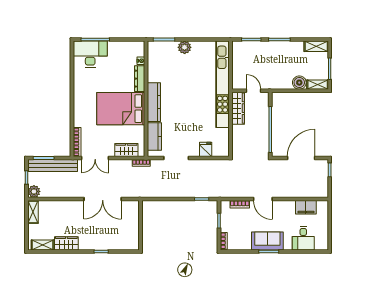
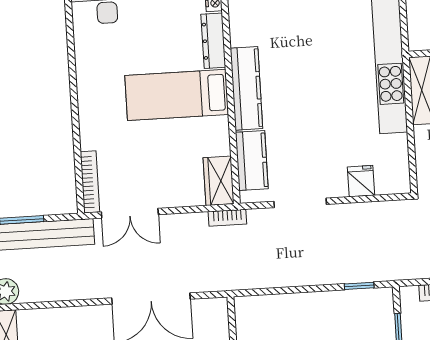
bed: (121, 109) -> (177, 95), width x0.67
wardrobe: (126, 150) -> (219, 181), moved, turned -90

